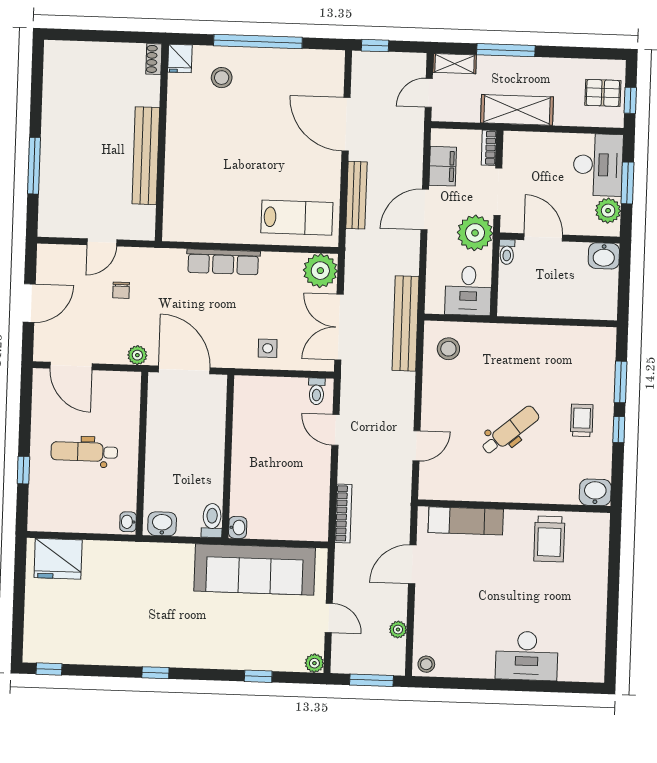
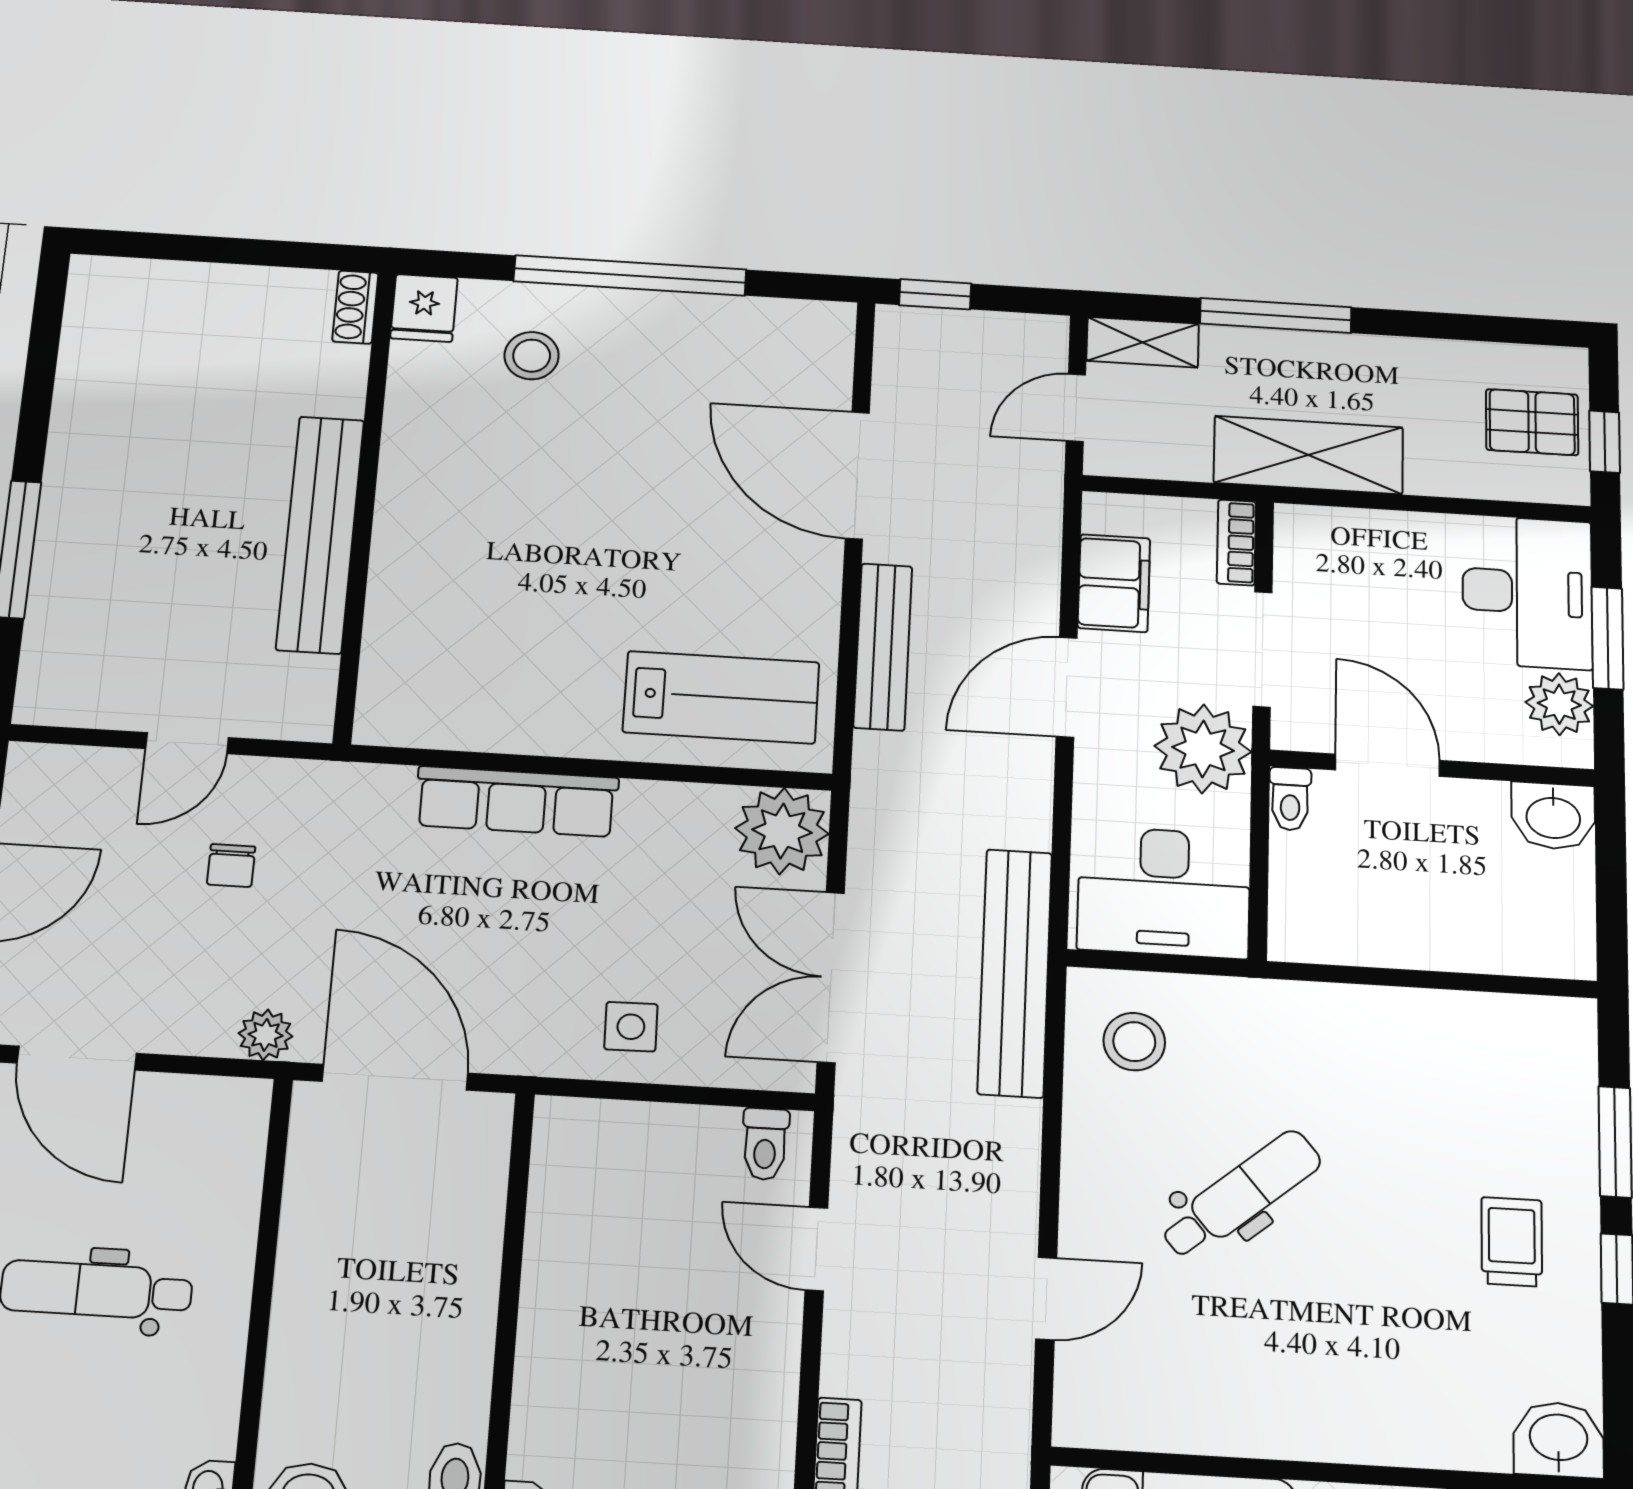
desk: (468, 291) -> (1164, 892), width x1.37
dental chair: (510, 430) -> (1241, 1195), moved

